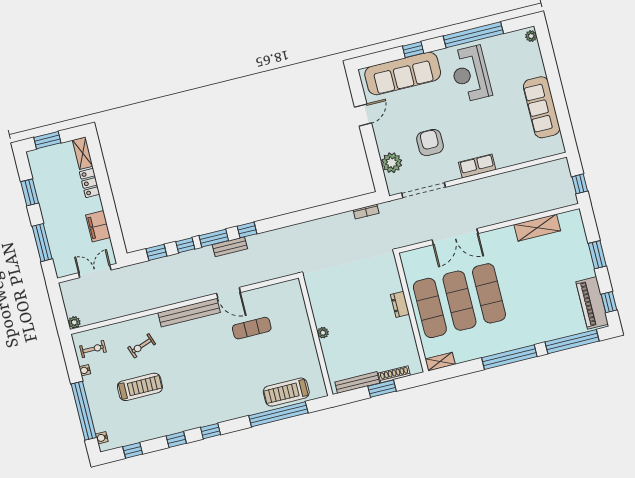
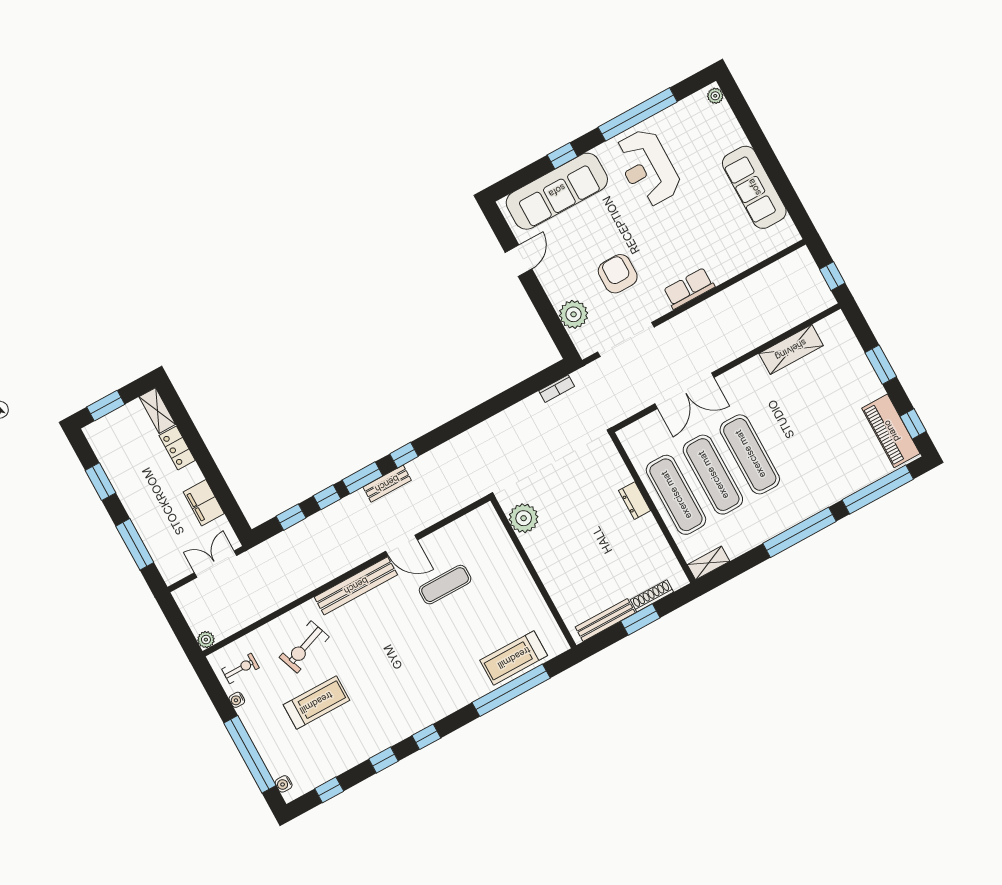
plant: (323, 333) -> (524, 518), moved, width x1.87, depth x1.87
exercise bike: (142, 346) -> (304, 647), width x1.38, depth x1.39

